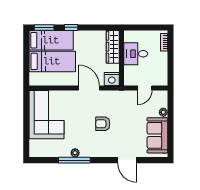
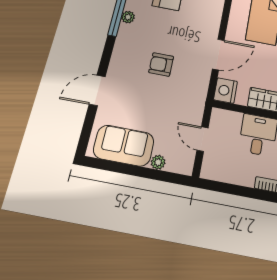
armchair: (103, 124) -> (161, 64), turned -90

